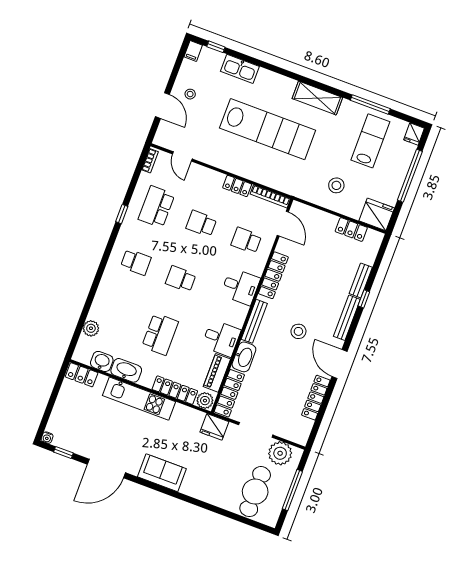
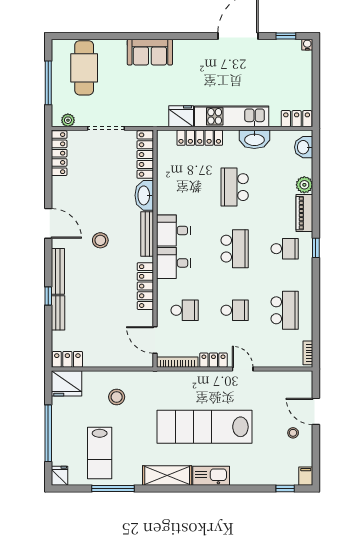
kitchen sink: (240, 69) -> (211, 476), moved
door: (182, 156) -> (243, 369), moved
window: (122, 214) -> (316, 248), moved
locker: (351, 229) -> (67, 359), moved
school desk: (136, 262) -> (285, 249), turned 180
school desk: (181, 279) -> (235, 249), width x1.85
plant: (91, 328) -> (304, 185), moved
desk: (221, 338) -> (173, 230), moved
washbasin: (102, 361) -> (304, 147), moved, turned 90
piano: (217, 373) -> (304, 213), moved, turned 180
locker: (316, 398) -> (59, 153), moved
plant: (205, 401) -> (166, 138), removed
fridge: (214, 427) -> (181, 116), moved
plant: (280, 453) -> (68, 120), width x0.53, depth x0.53
sofa: (162, 473) -> (150, 52), moved

